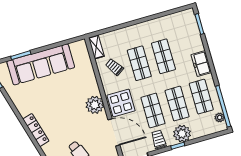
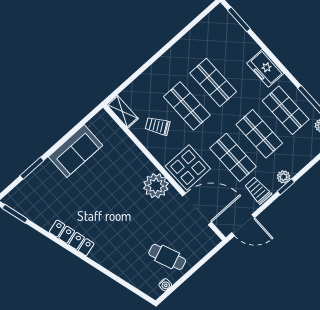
sofa: (41, 64) -> (75, 151), width x0.54, depth x0.79
locker: (36, 130) -> (72, 238), moved
plant: (182, 134) -> (284, 177), width x0.53, depth x0.53

